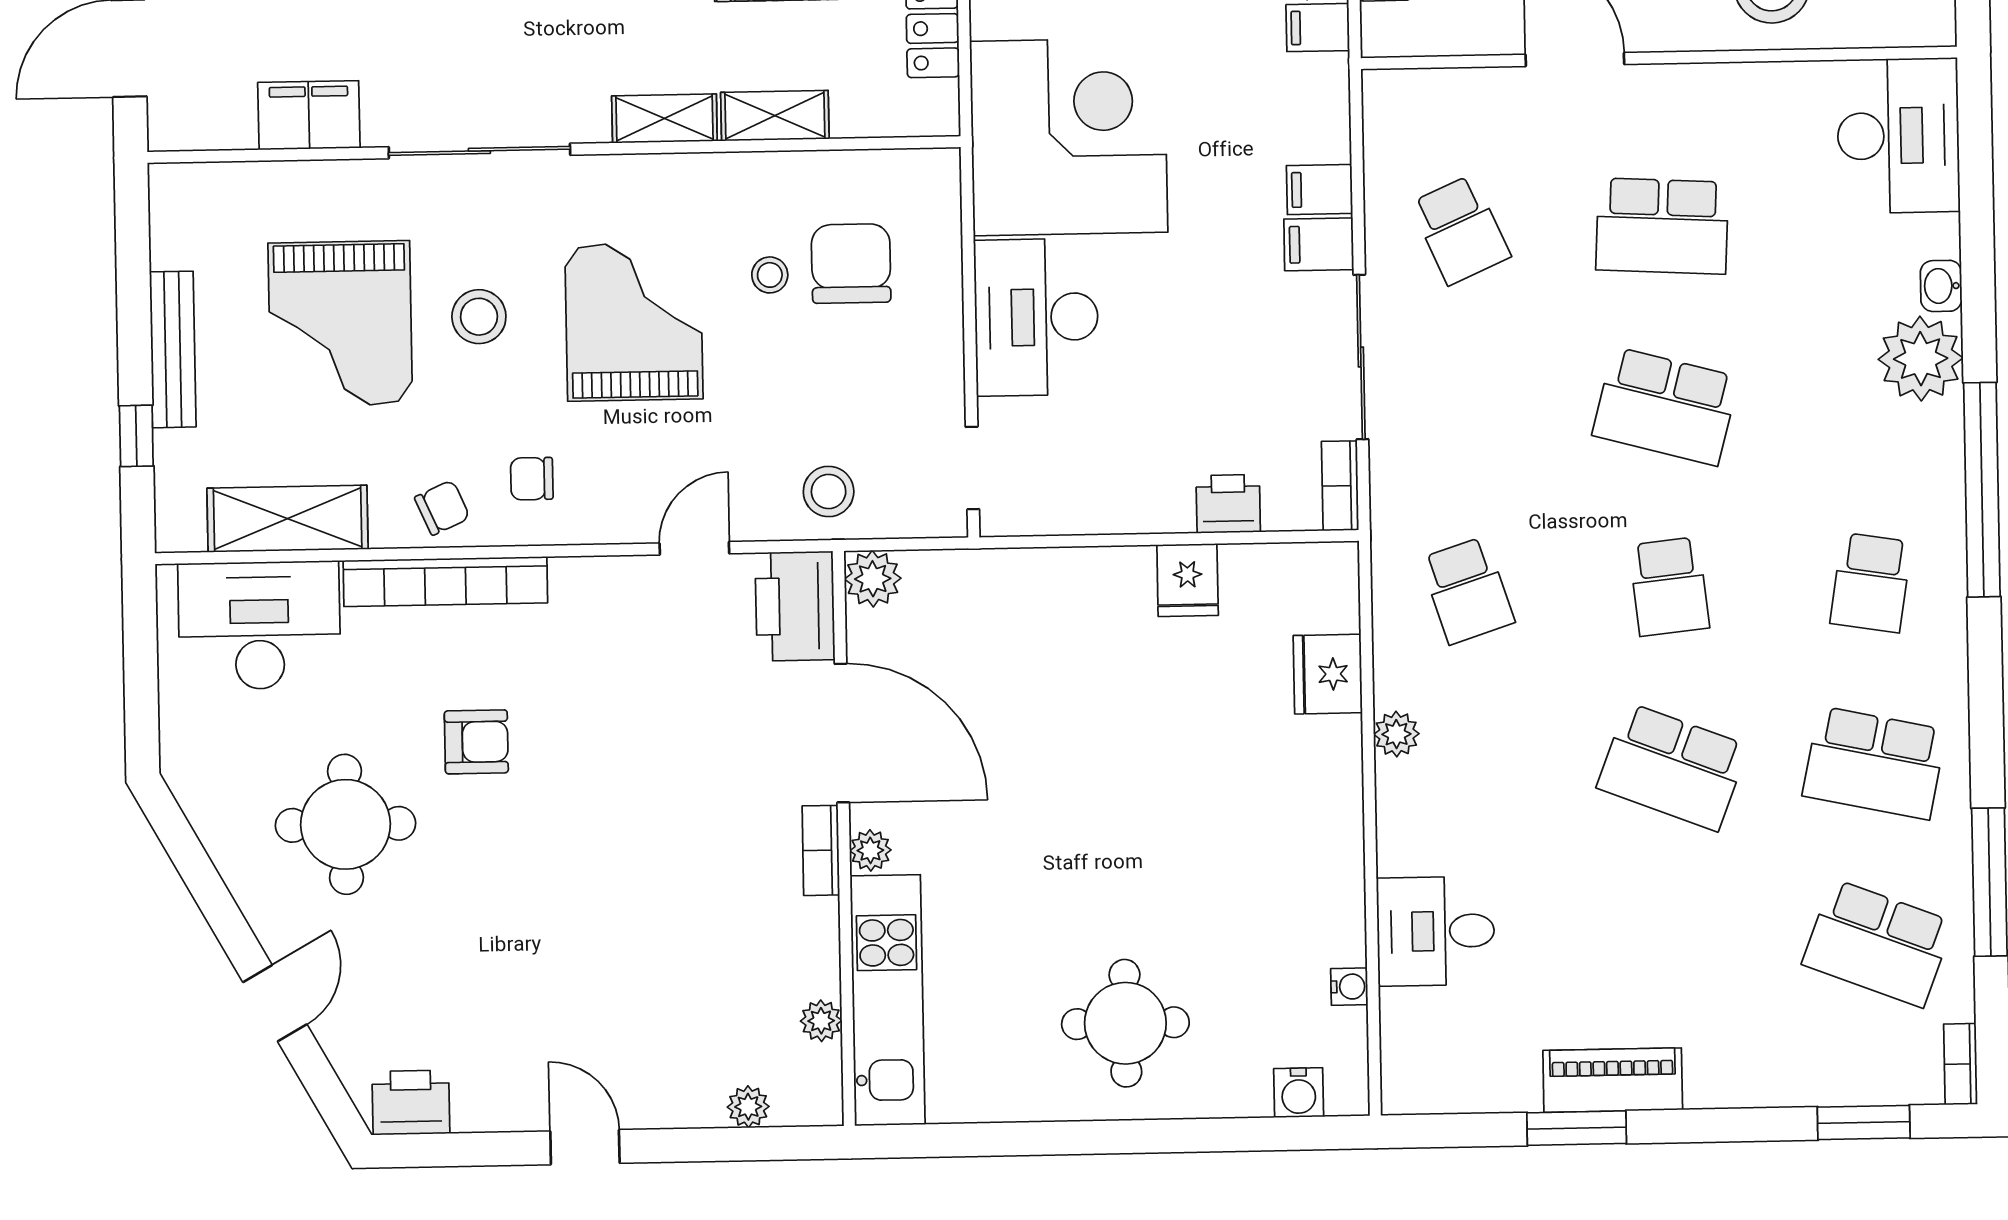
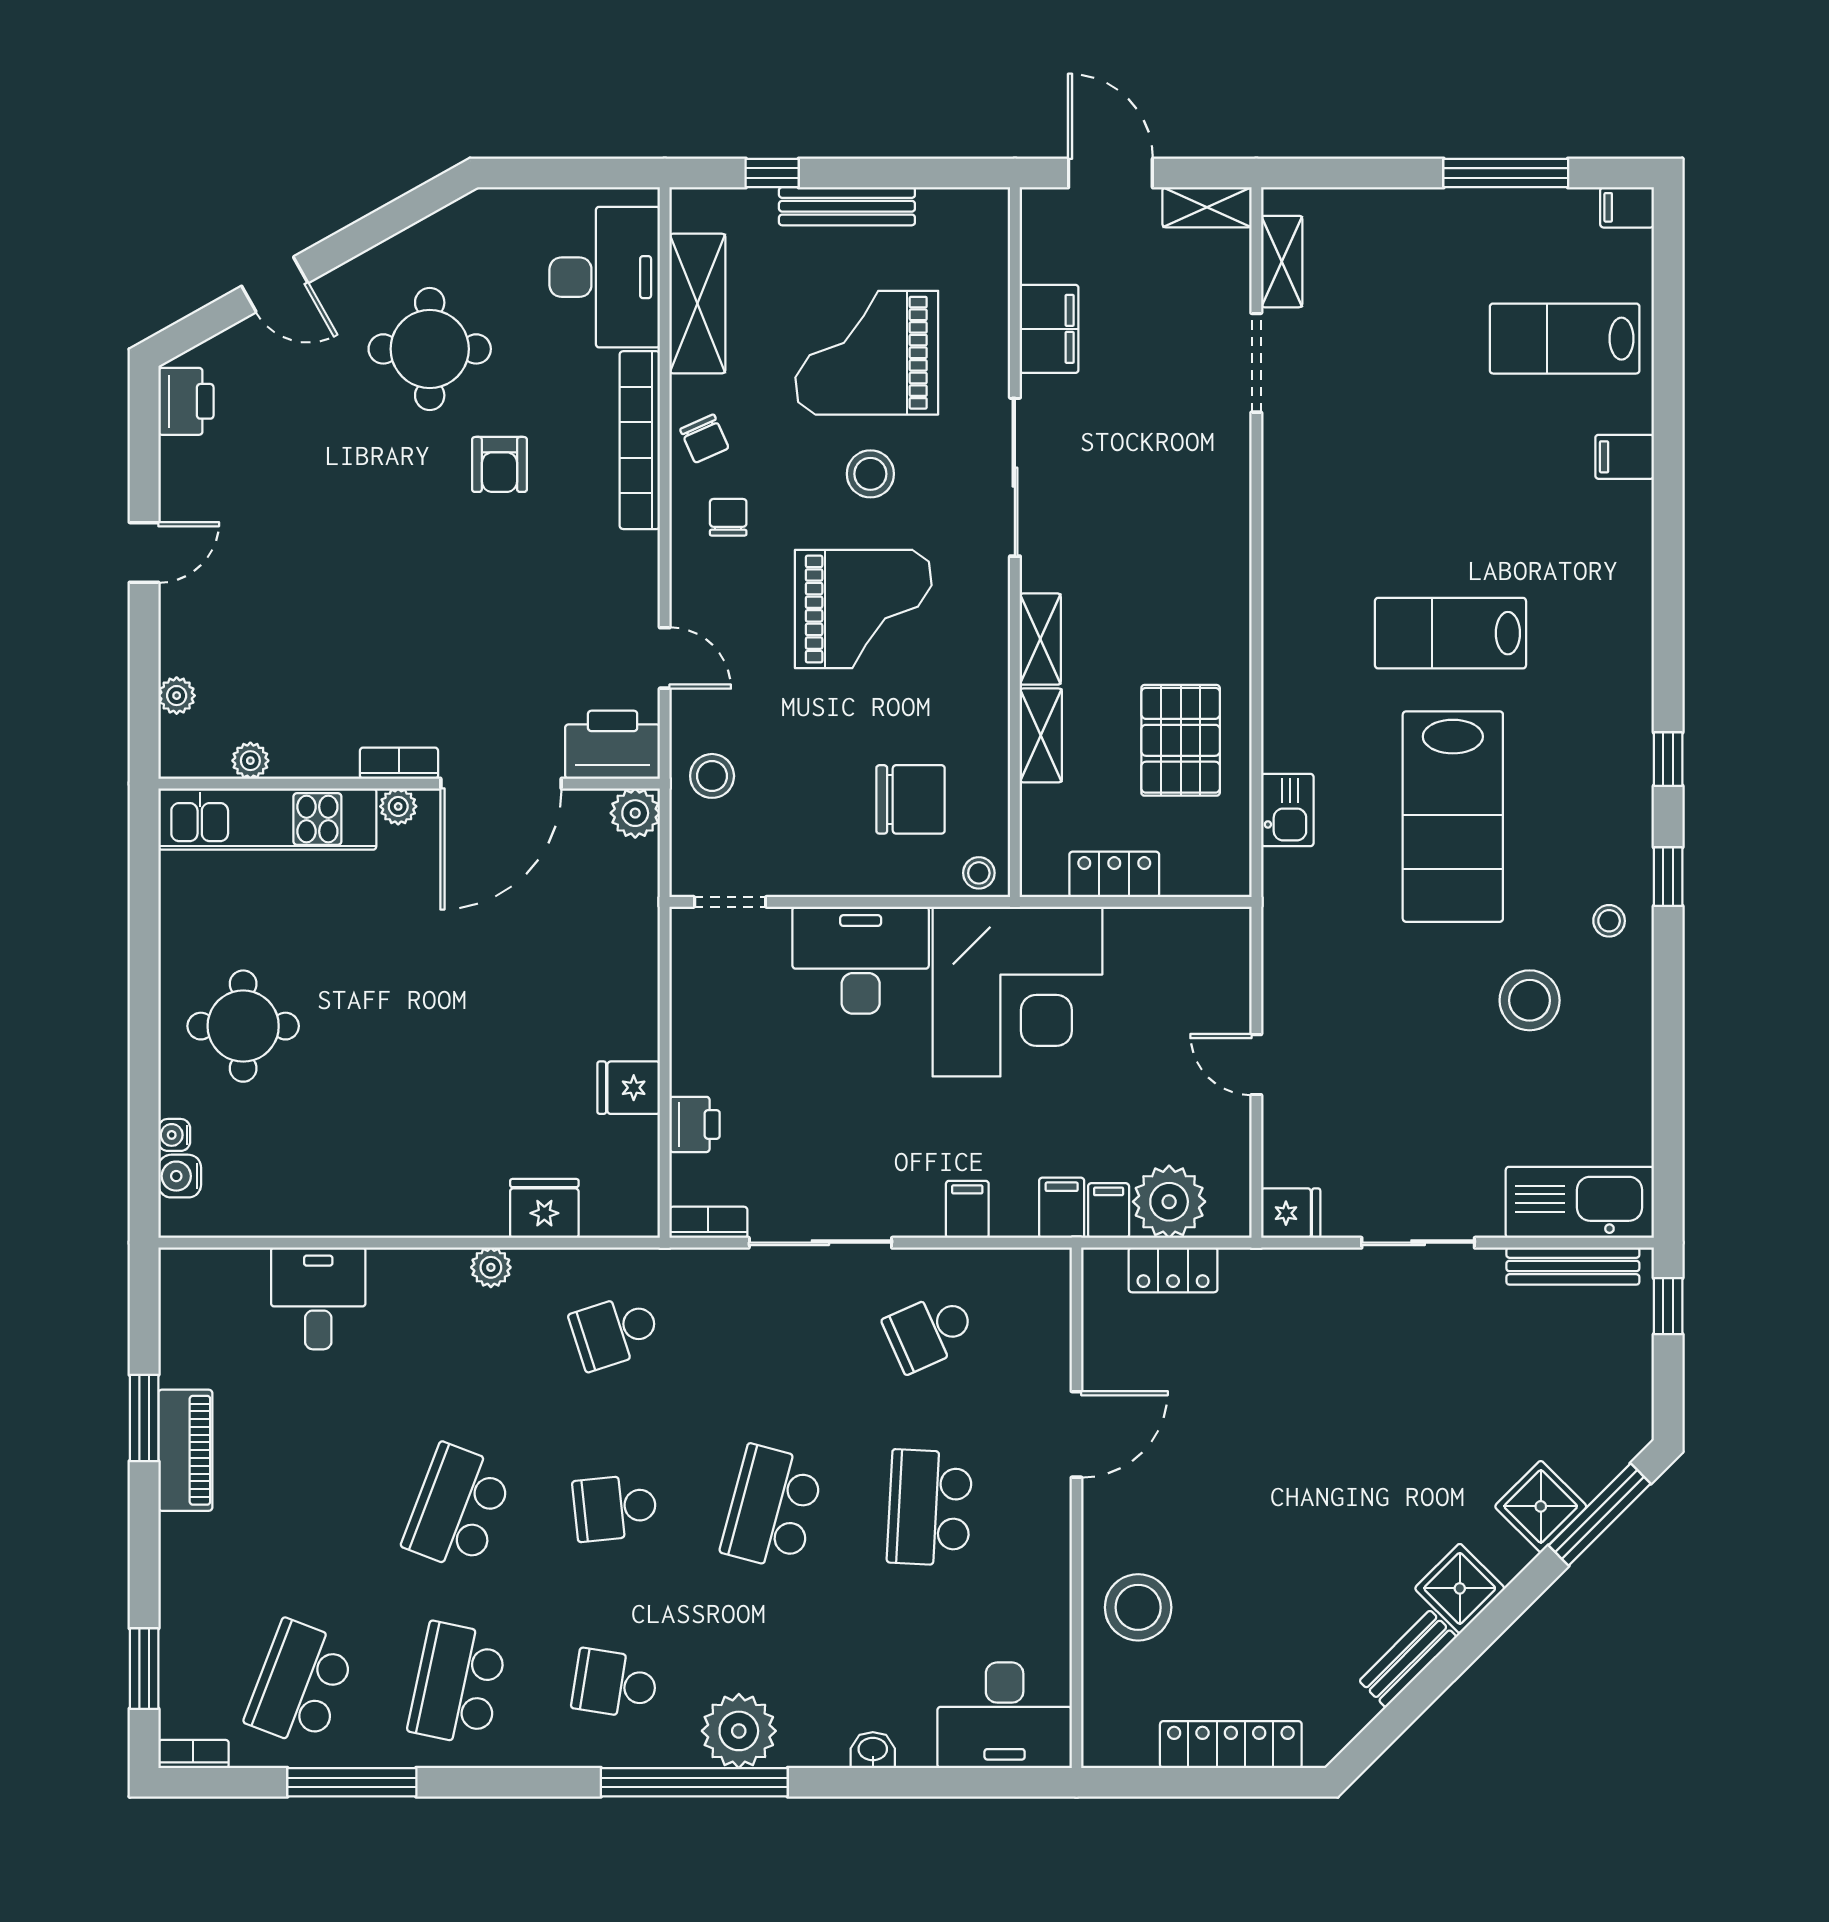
filing cabinet: (1319, 244) -> (1062, 1208), moved
stool: (770, 275) -> (979, 873), moved
plant: (1921, 359) -> (739, 1731), moved
water cooler: (1349, 987) -> (174, 1135), moved, turned 90

